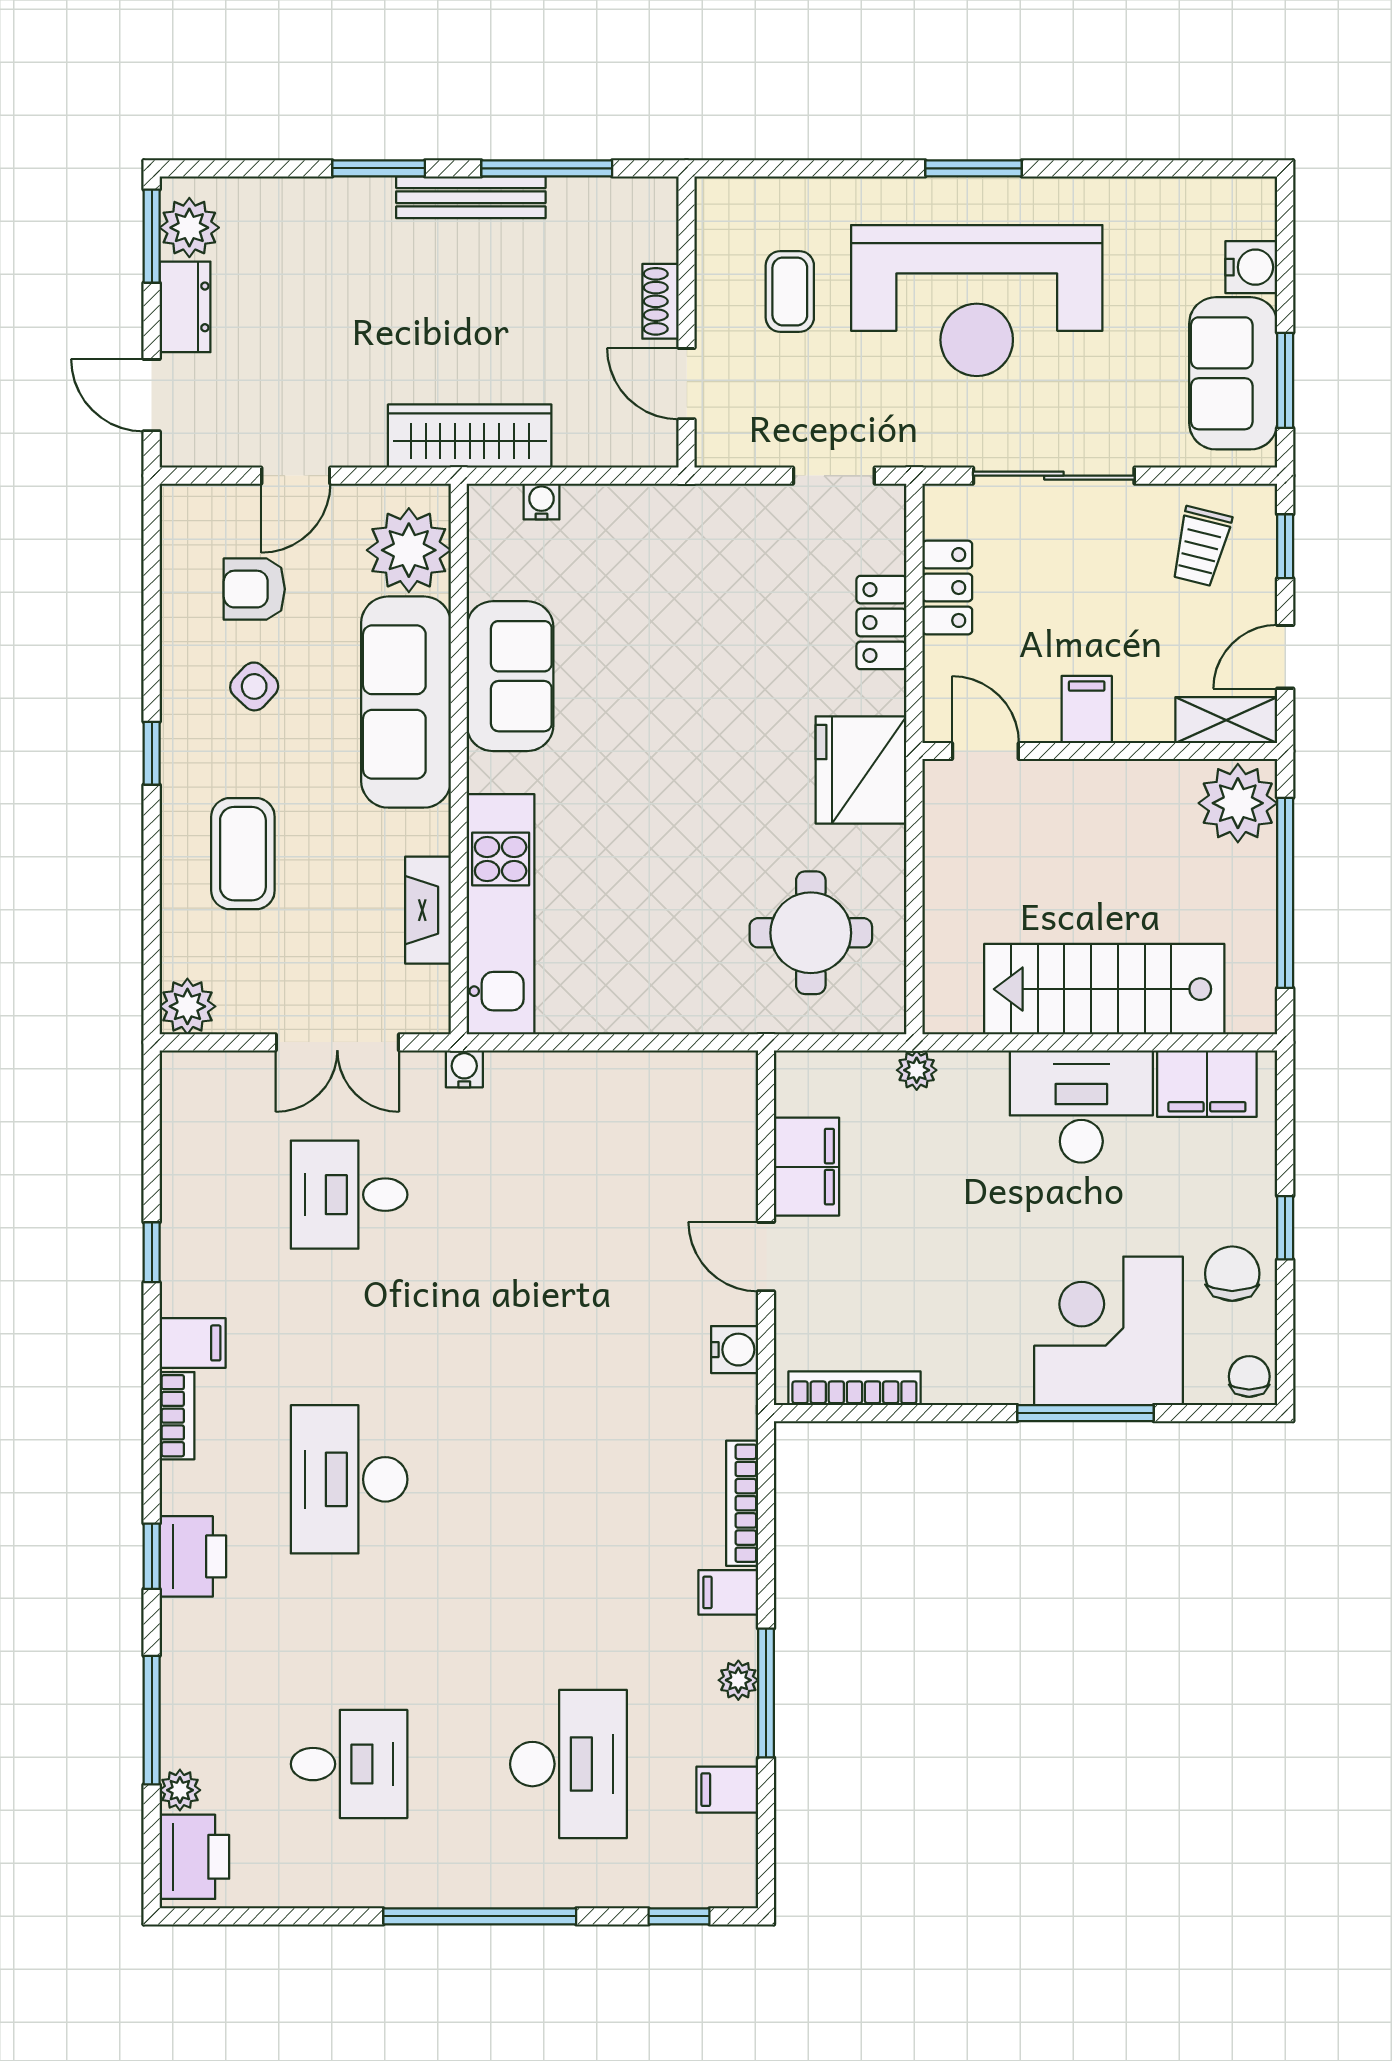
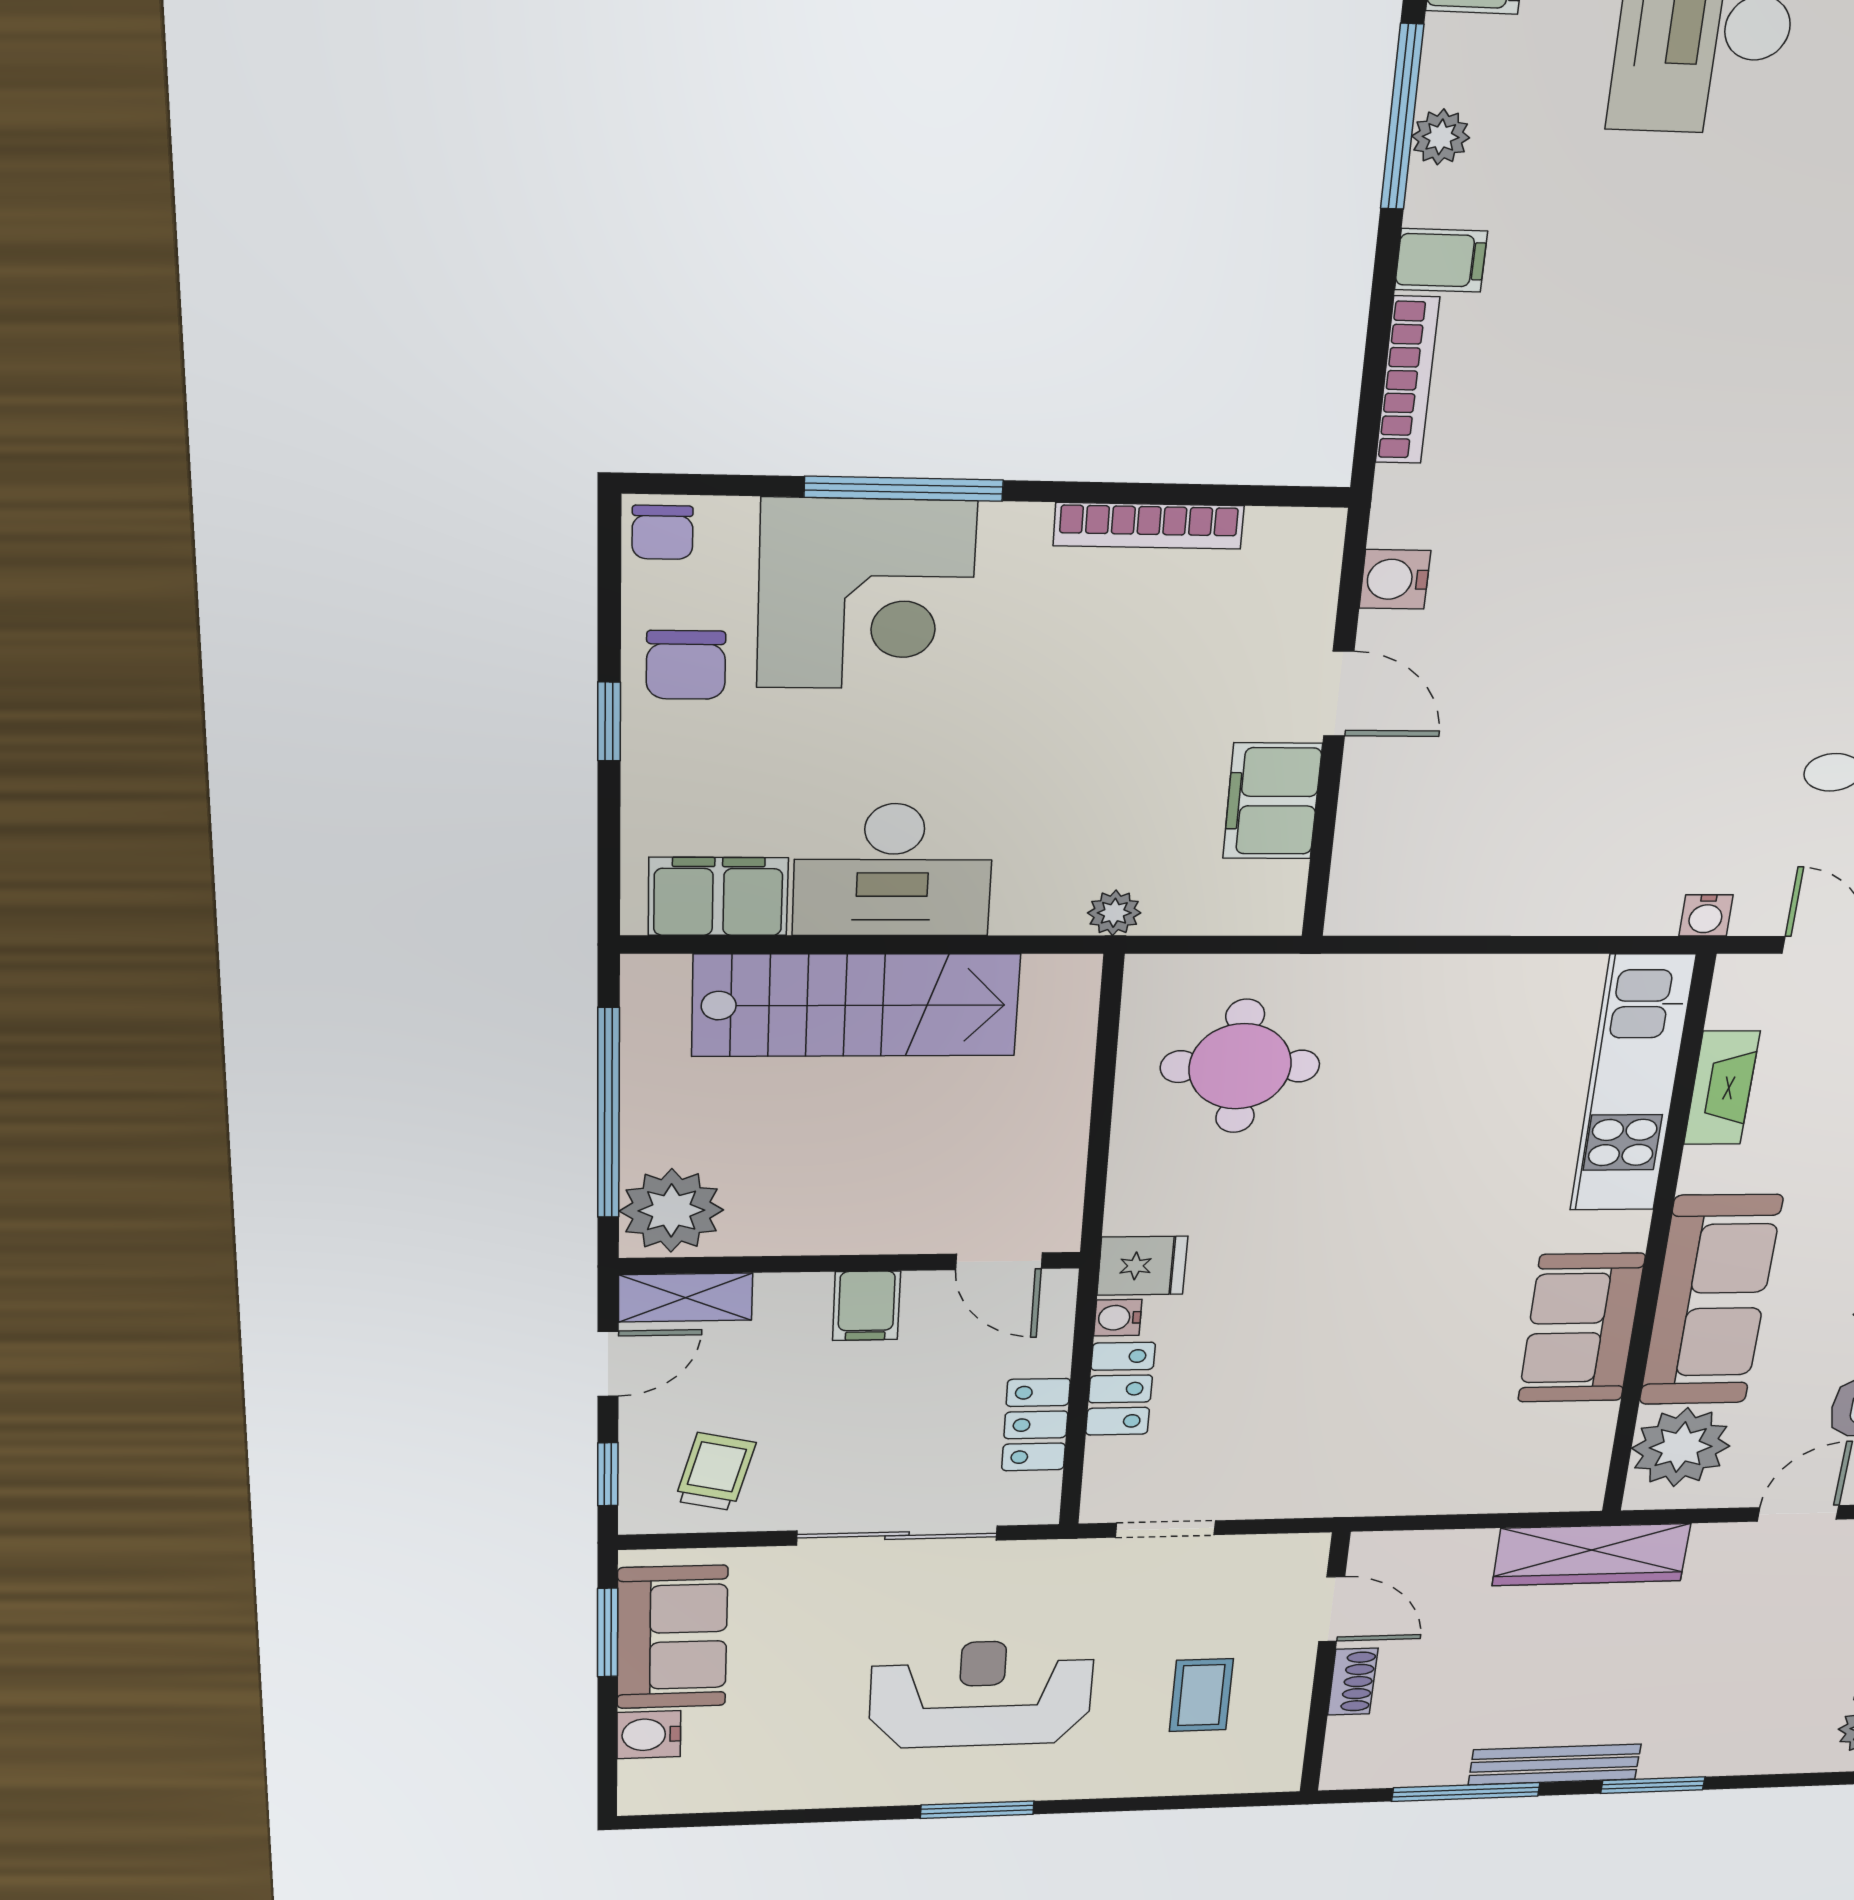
reception desk: (977, 301) -> (981, 1694), width x0.74, depth x0.77
water cooler: (541, 502) -> (1118, 1318), moved, turned 90
fridge: (861, 770) -> (1142, 1266), width x0.53, depth x0.75
bookcase: (854, 1388) -> (1149, 526), moved

